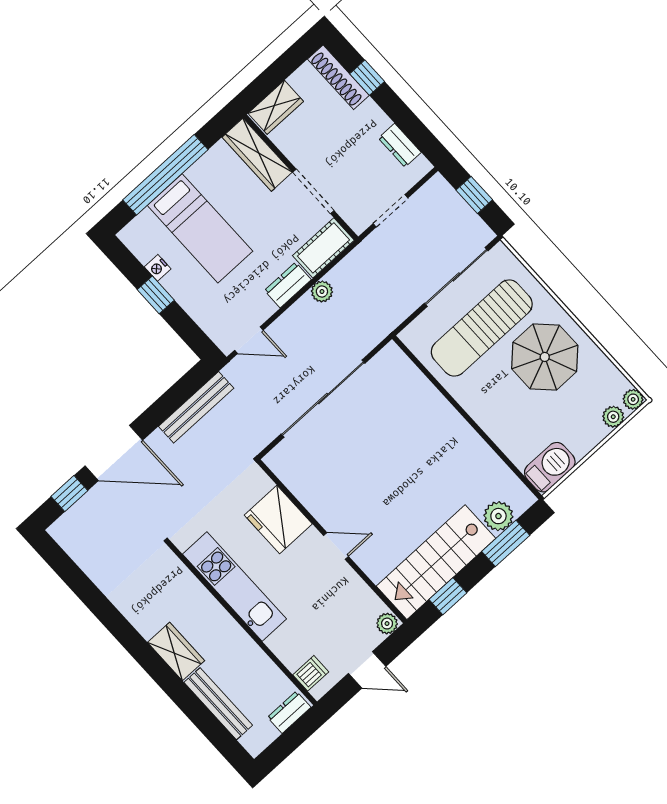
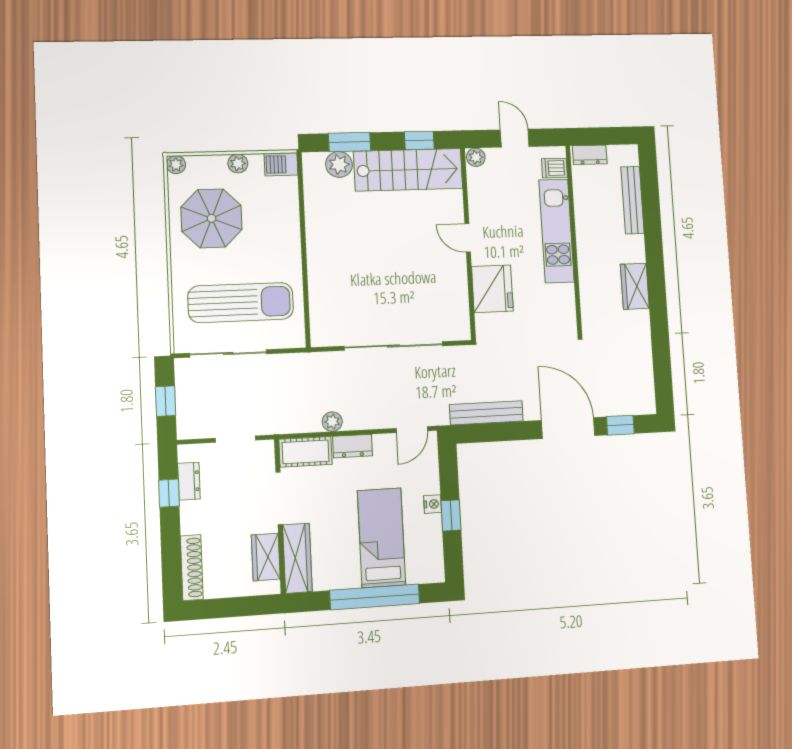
window: (367, 78) -> (169, 493), moved
wardrobe: (276, 107) -> (266, 557), moved, turned -90
nightstand: (158, 268) -> (433, 504), moved
door: (249, 340) -> (412, 430), swing flipped
parasol: (545, 357) -> (211, 218), moved
plant: (613, 417) -> (238, 163), moved
barbecue: (550, 467) -> (281, 164), width x0.73, depth x0.79
kitchen unit: (234, 586) -> (557, 231), moved
wardrobe: (176, 651) -> (635, 286), moved

